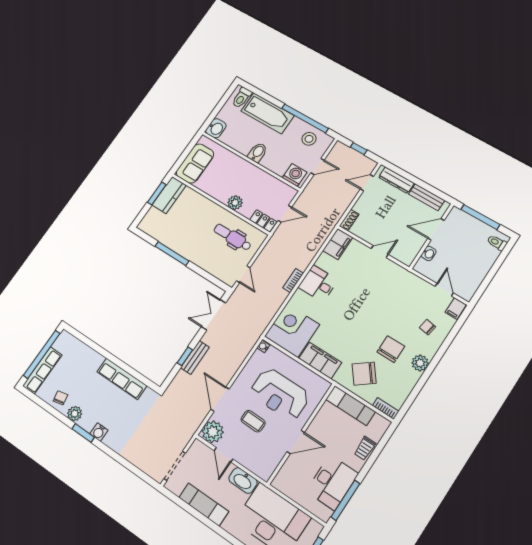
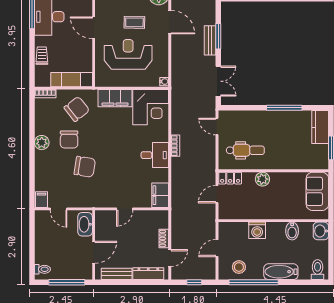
bathtub: (267, 113) -> (281, 272), width x0.73, depth x0.73
bidet: (257, 152) -> (292, 231), moved
washing machine: (295, 175) -> (257, 230), moved
kitchen counter: (169, 195) -> (320, 127), moved
shoe rack: (349, 220) -> (164, 238), moved
washbasin: (429, 253) -> (85, 224), width x1.91, depth x1.45
chair: (427, 327) -> (85, 167), moved, width x1.87, depth x1.87
window: (185, 356) -> (218, 36), width x1.50
door: (296, 442) -> (94, 28), hinge flipped

